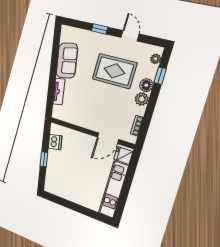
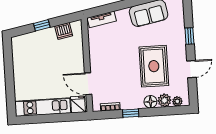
window: (160, 76) -> (131, 113), moved
tv unit: (59, 92) -> (102, 19), moved
plant: (142, 99) -> (164, 100), moved

